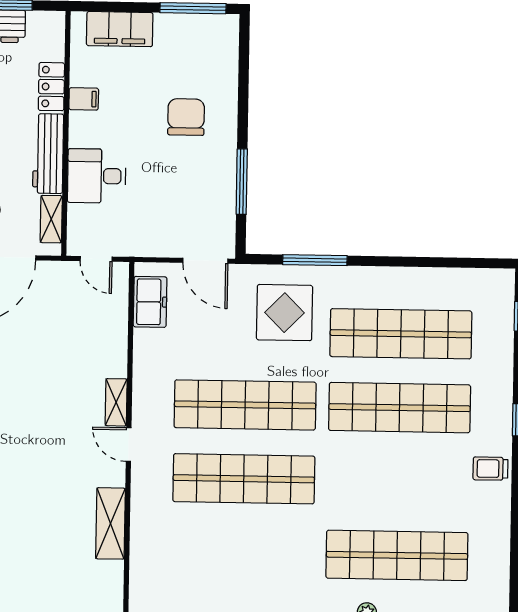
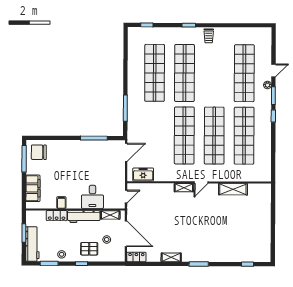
chair: (186, 117) -> (39, 152), moved
display table: (285, 313) -> (147, 120), removed
shop shelf: (243, 553) -> (244, 136), added

